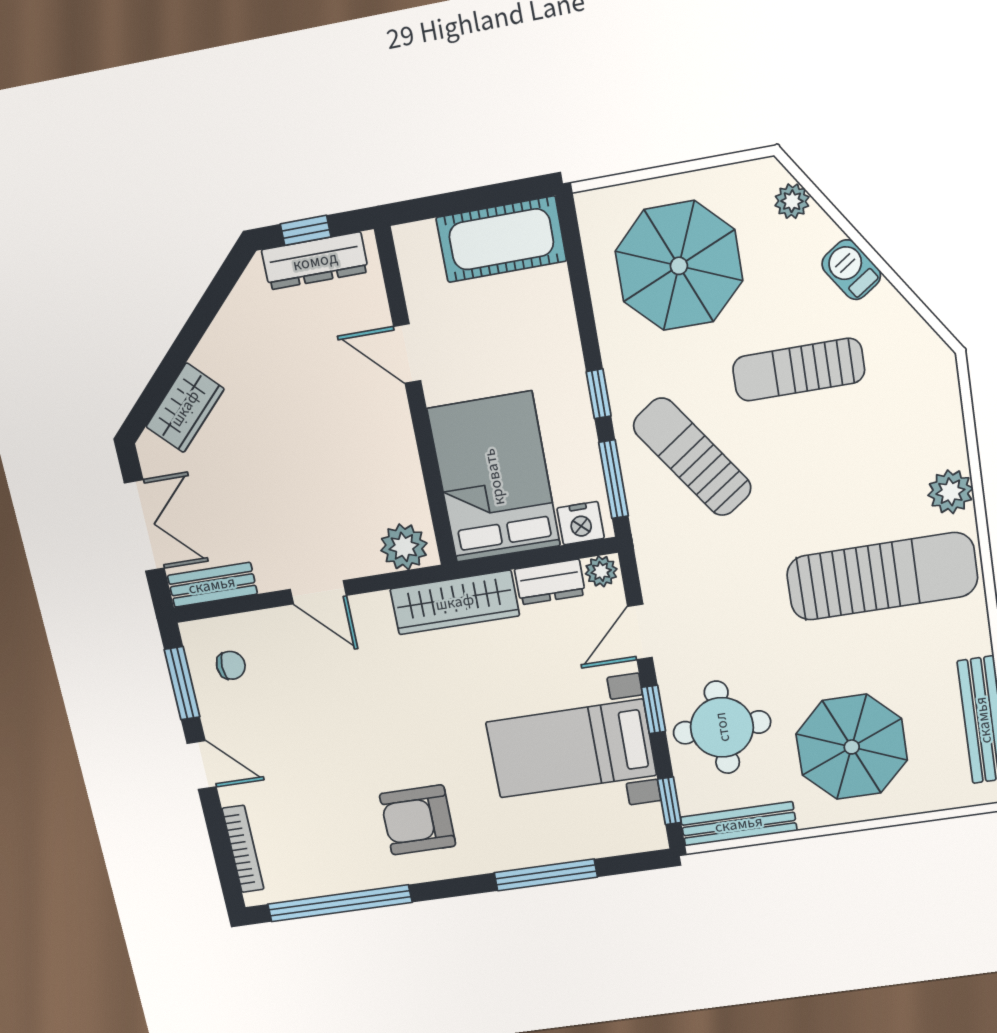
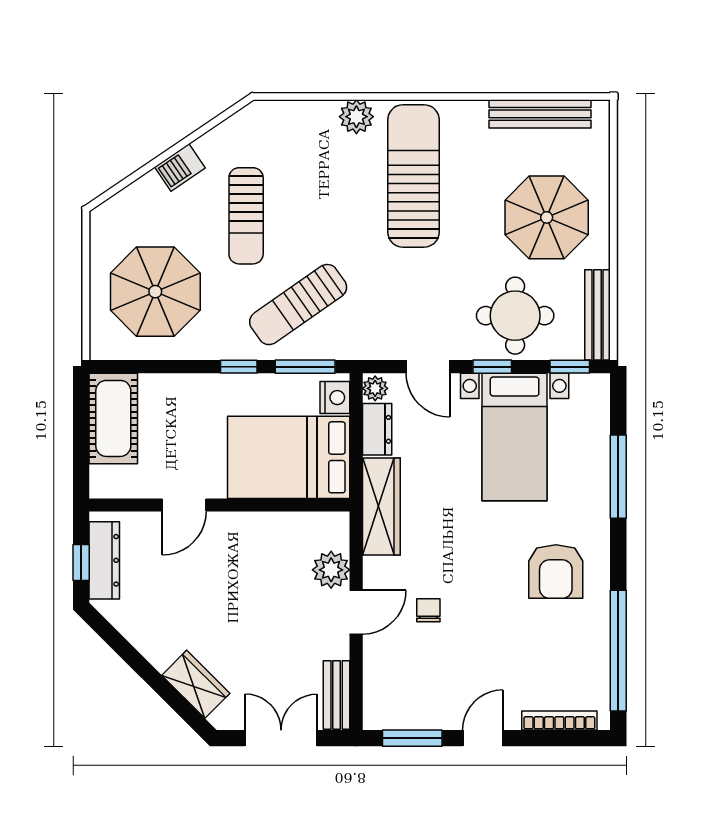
plant: (792, 201) -> (124, 203), removed
plant: (404, 547) -> (331, 570), moved
chair: (231, 665) -> (428, 610), moved

